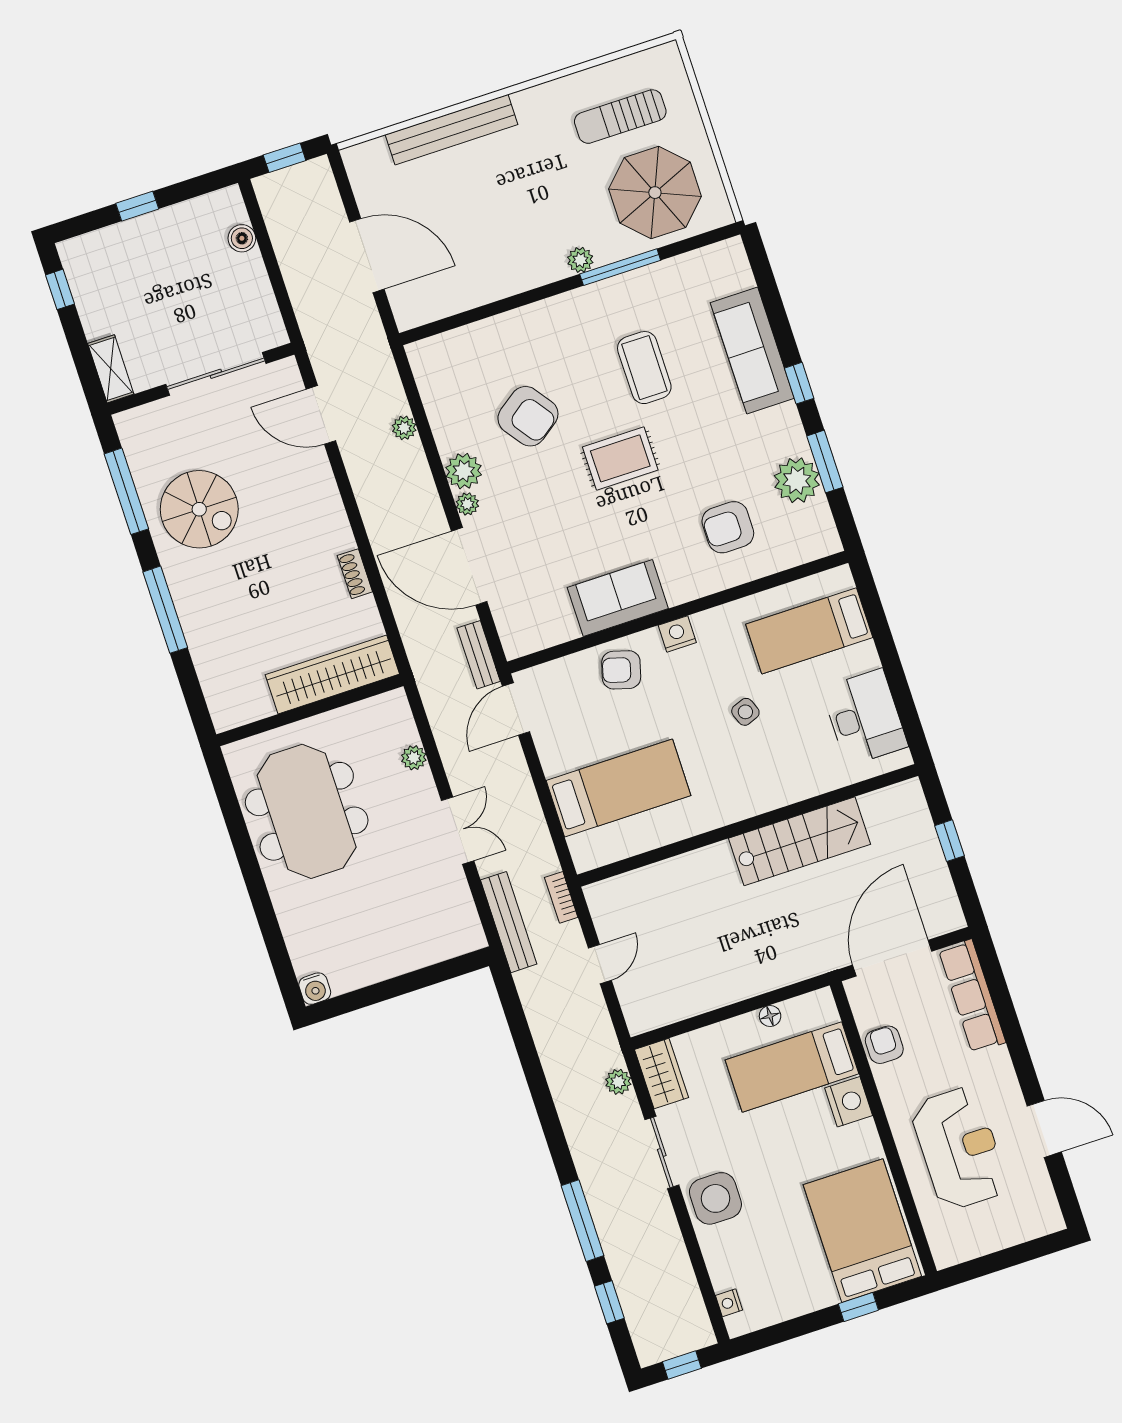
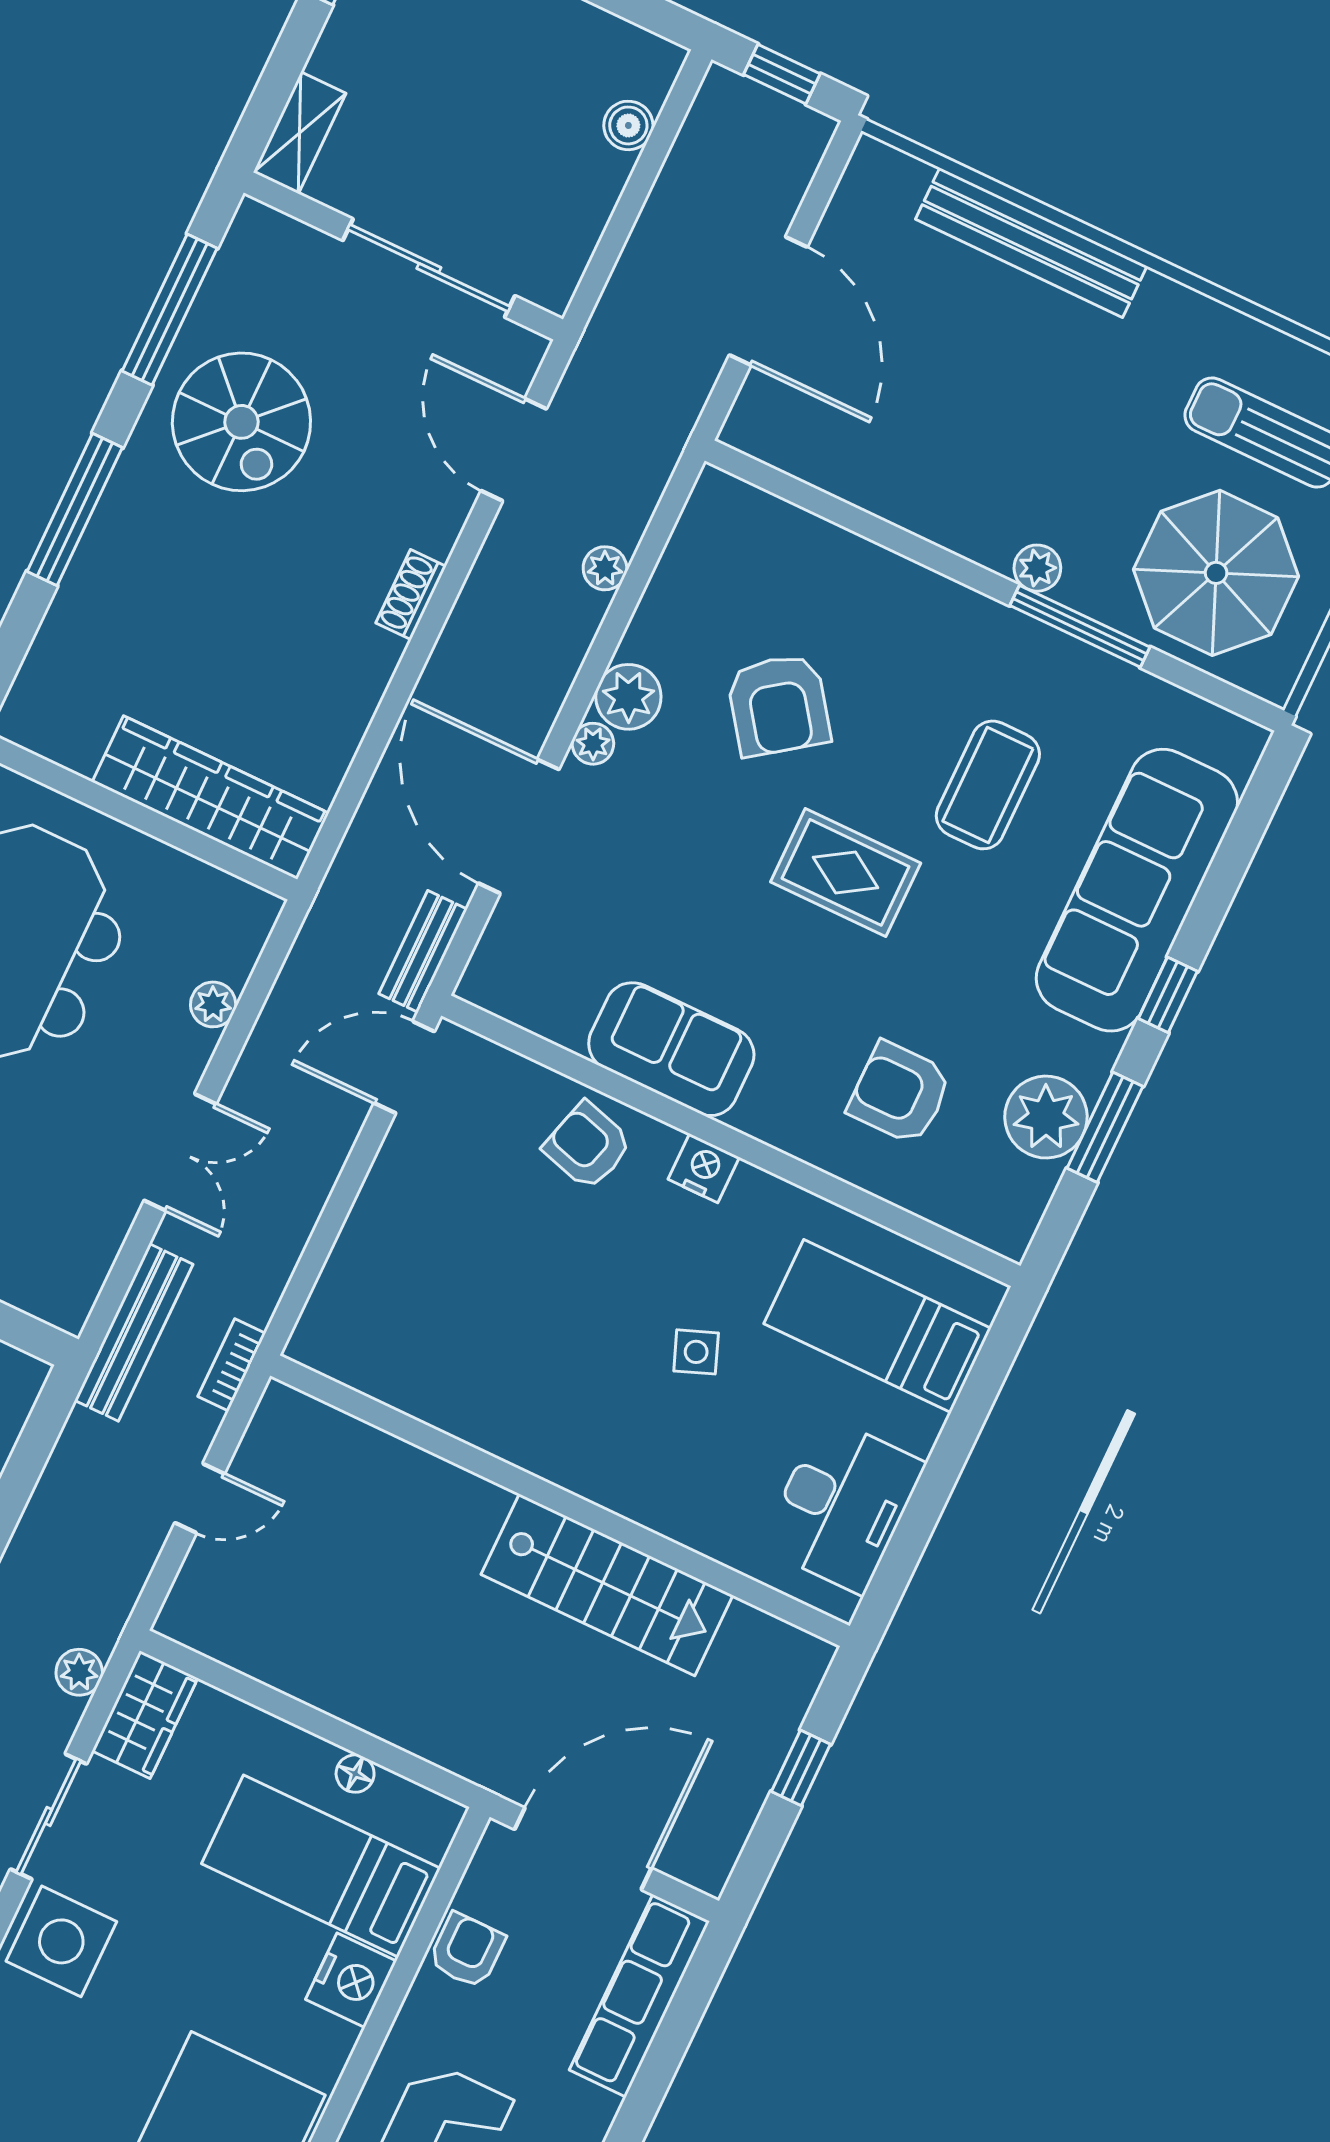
sofa: (752, 350) -> (1137, 890), width x1.36, depth x1.27
shoe rack: (355, 574) -> (411, 595), moved
bed: (619, 788) -> (439, 1295), removed

